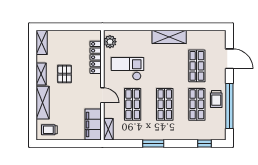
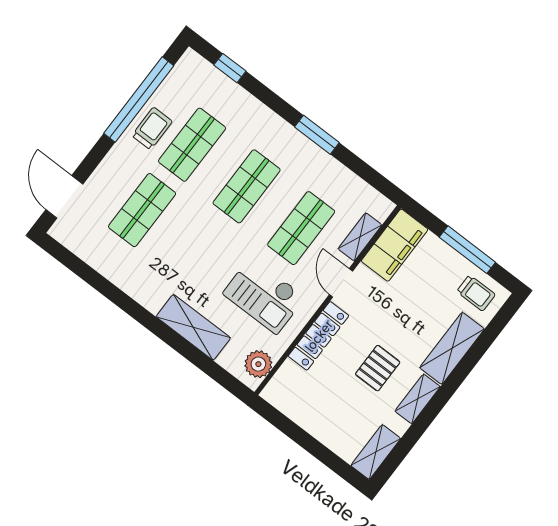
shelving: (169, 37) -> (193, 327), moved
locker: (96, 57) -> (319, 336), moved
door: (229, 59) -> (64, 197), moved
shelving: (108, 129) -> (360, 237), moved
window: (65, 143) -> (467, 250), added

